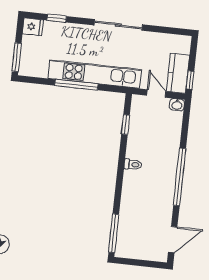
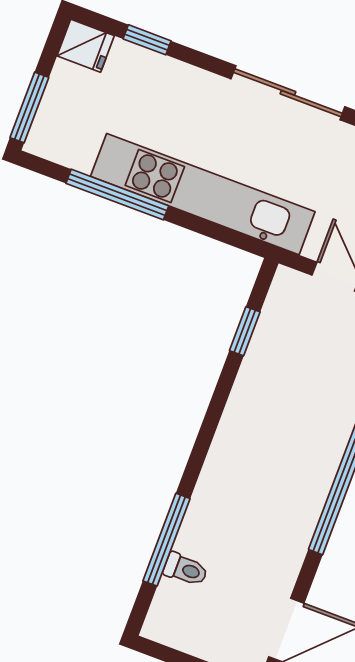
window: (76, 85) -> (117, 195), moved
toilet: (133, 165) -> (186, 569), moved
window: (114, 233) -> (166, 540), moved

